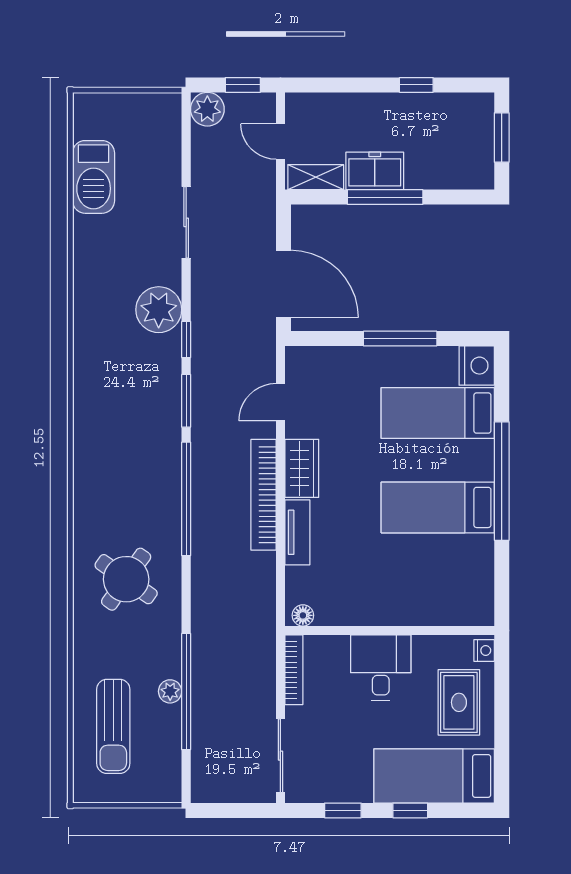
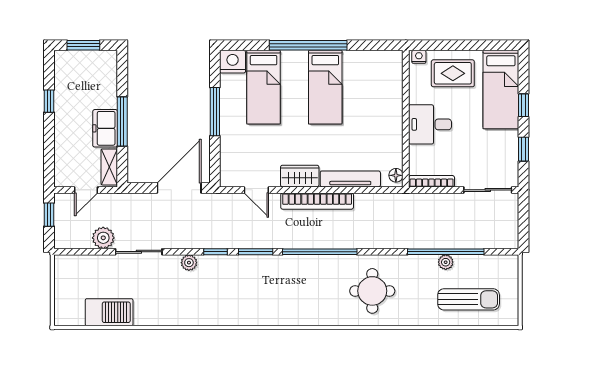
plant: (207, 109) -> (103, 238), moved
plant: (159, 310) -> (189, 263), width x0.53, depth x0.53
tv unit: (297, 532) -> (350, 179), width x1.41
round table: (126, 579) -> (372, 291), turned -35

